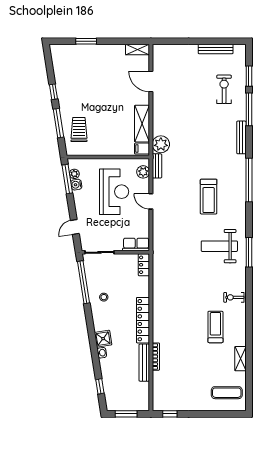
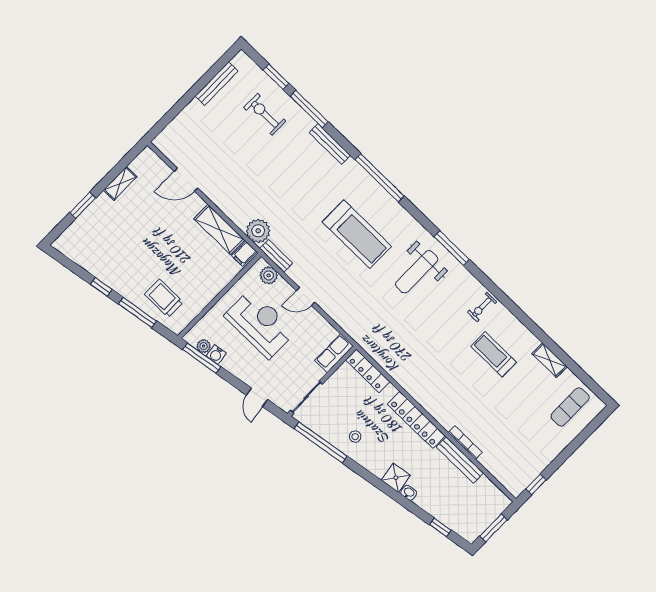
shelving: (138, 50) -> (120, 183), moved
treadmill: (209, 197) -> (357, 234), width x1.37, depth x1.38
locker: (144, 265) -> (368, 371), width x1.53

